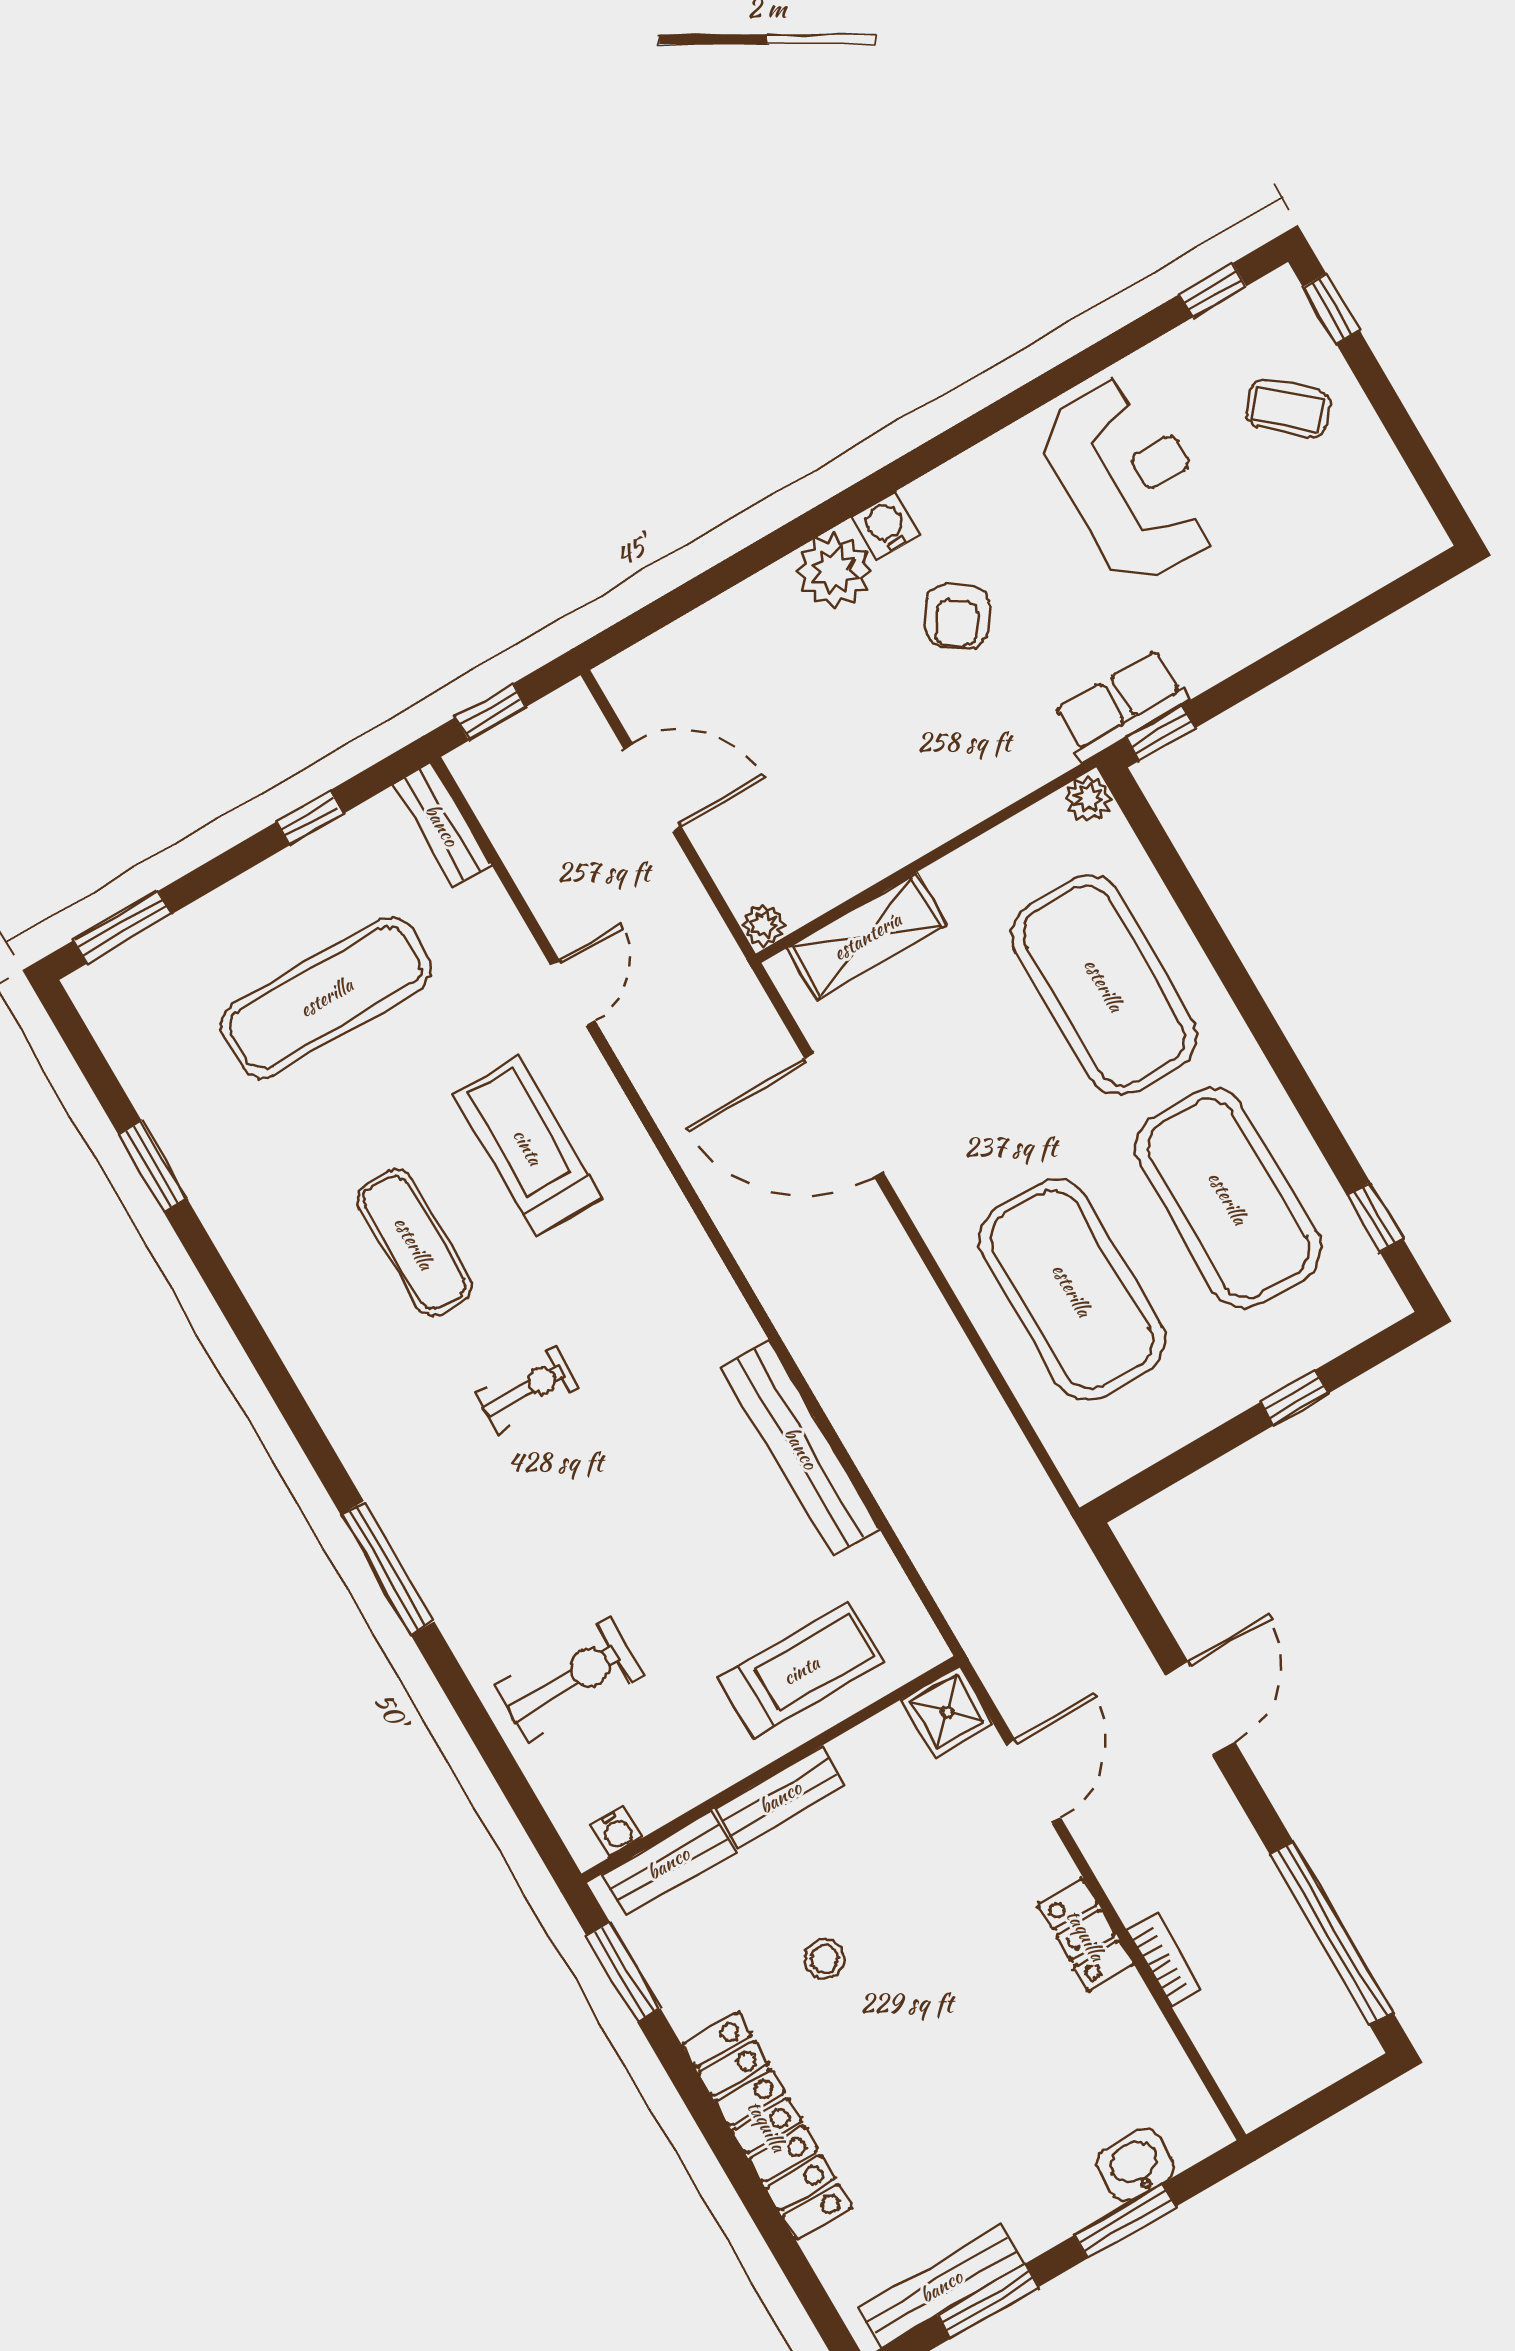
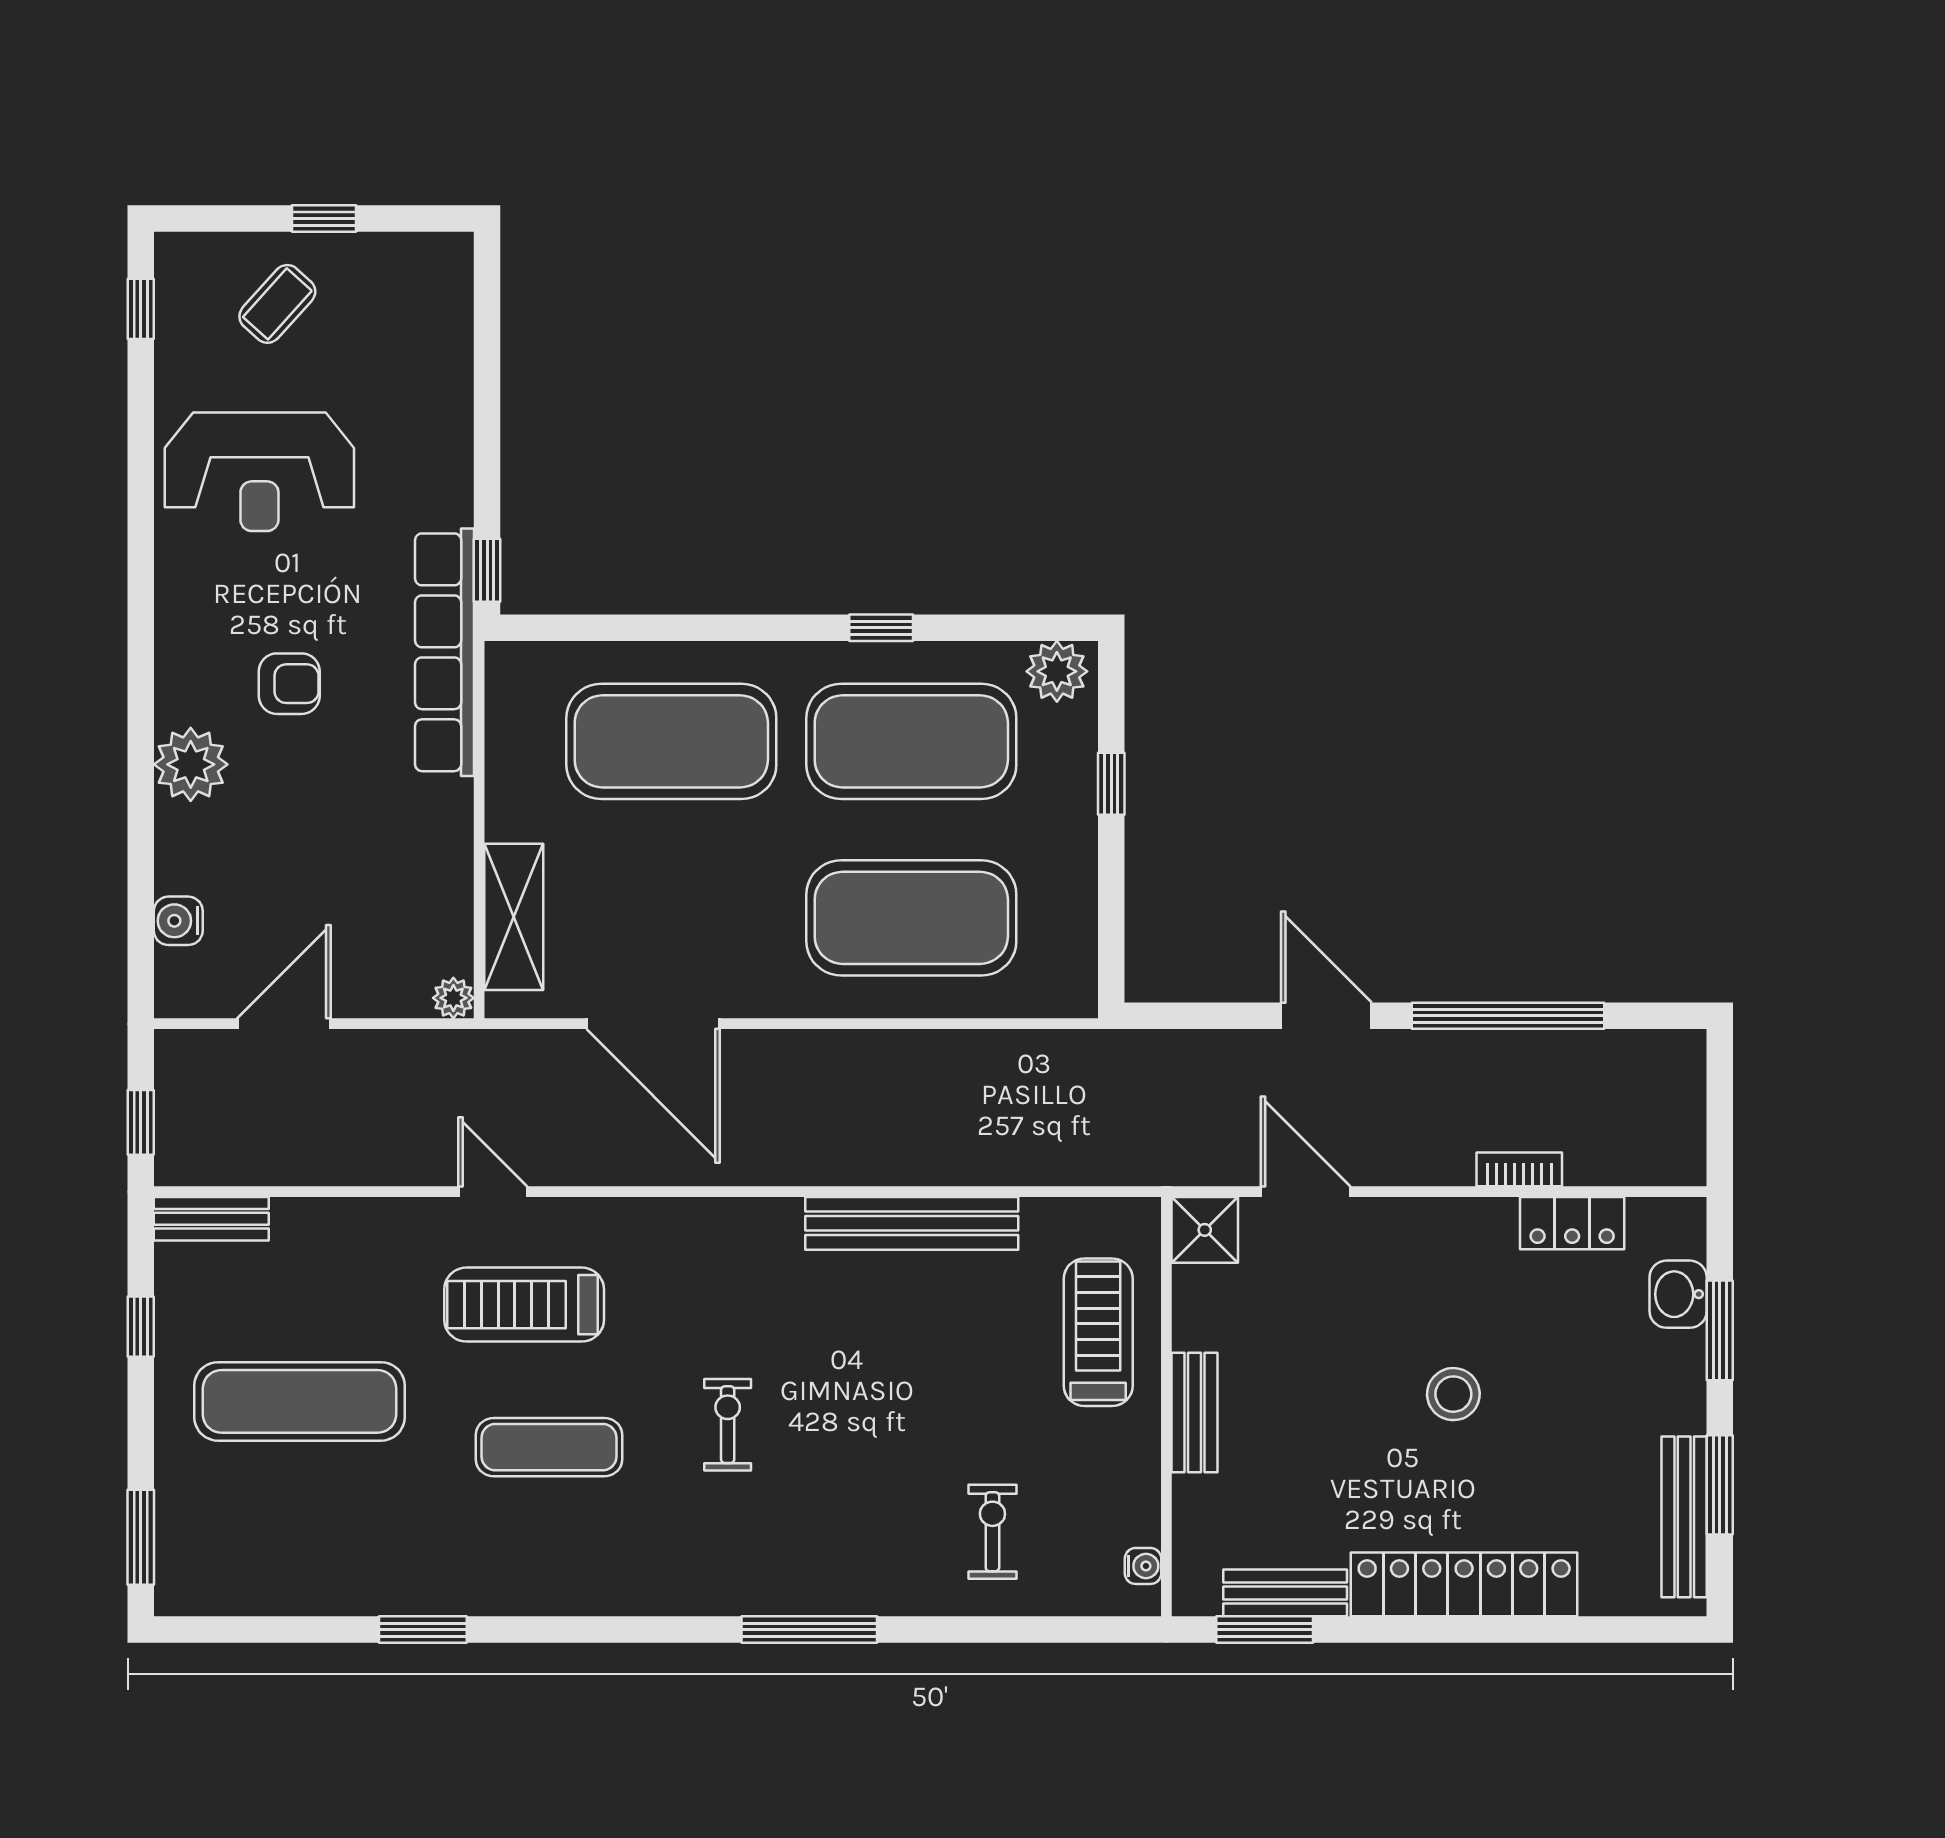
window: (1331, 309) -> (324, 218), moved
reception desk: (1130, 480) -> (259, 472), turned 180
water cooler: (886, 526) -> (178, 921), moved
armchair: (957, 616) -> (289, 684), turned -35
row of seats: (1121, 705) -> (445, 652), width x2.02
plant: (1088, 798) -> (1057, 671), moved, width x1.38, depth x1.38
door: (573, 993) -> (493, 1192), moved
exercise mat: (326, 997) -> (299, 1401), turned 90
door: (844, 1115) -> (653, 1024), hinge flipped
window: (153, 1166) -> (423, 1630), moved
window: (1375, 1217) -> (881, 628), moved
exercise bike: (569, 1680) -> (992, 1532), width x0.73, depth x0.72
bench: (668, 1863) -> (1285, 1593), moved, turned 90
window: (1331, 1933) -> (1508, 1016), moved
locker: (1086, 1935) -> (1572, 1223), moved
stool: (824, 1959) -> (1453, 1394), moved, width x1.37, depth x1.37

